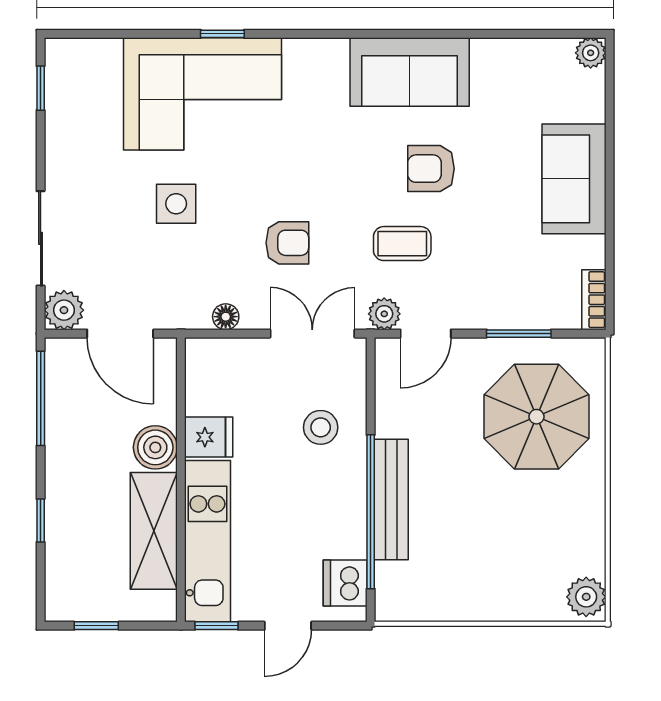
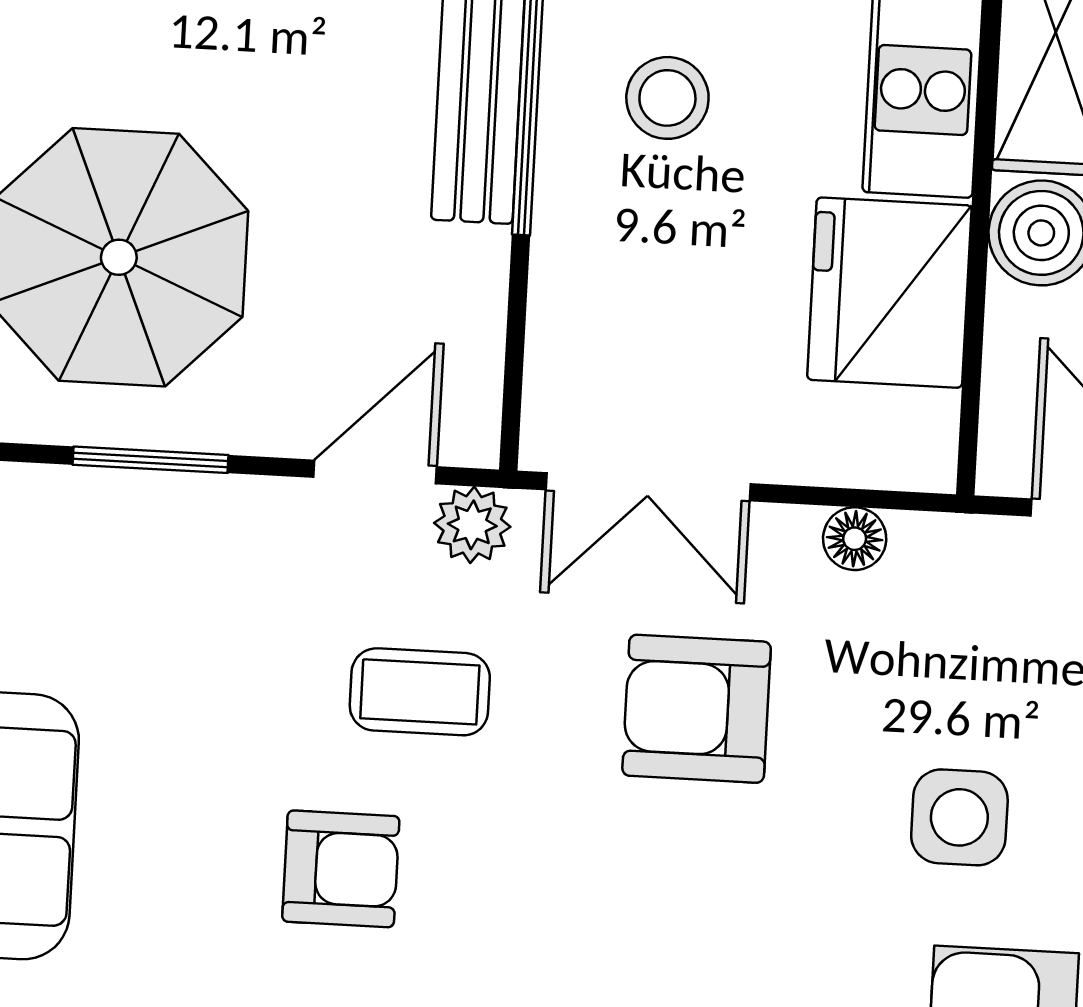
armchair: (287, 243) -> (697, 709), width x1.38, depth x1.38
stool: (321, 427) -> (667, 98), moved
fridge: (209, 437) -> (889, 293), width x1.88, depth x1.34

